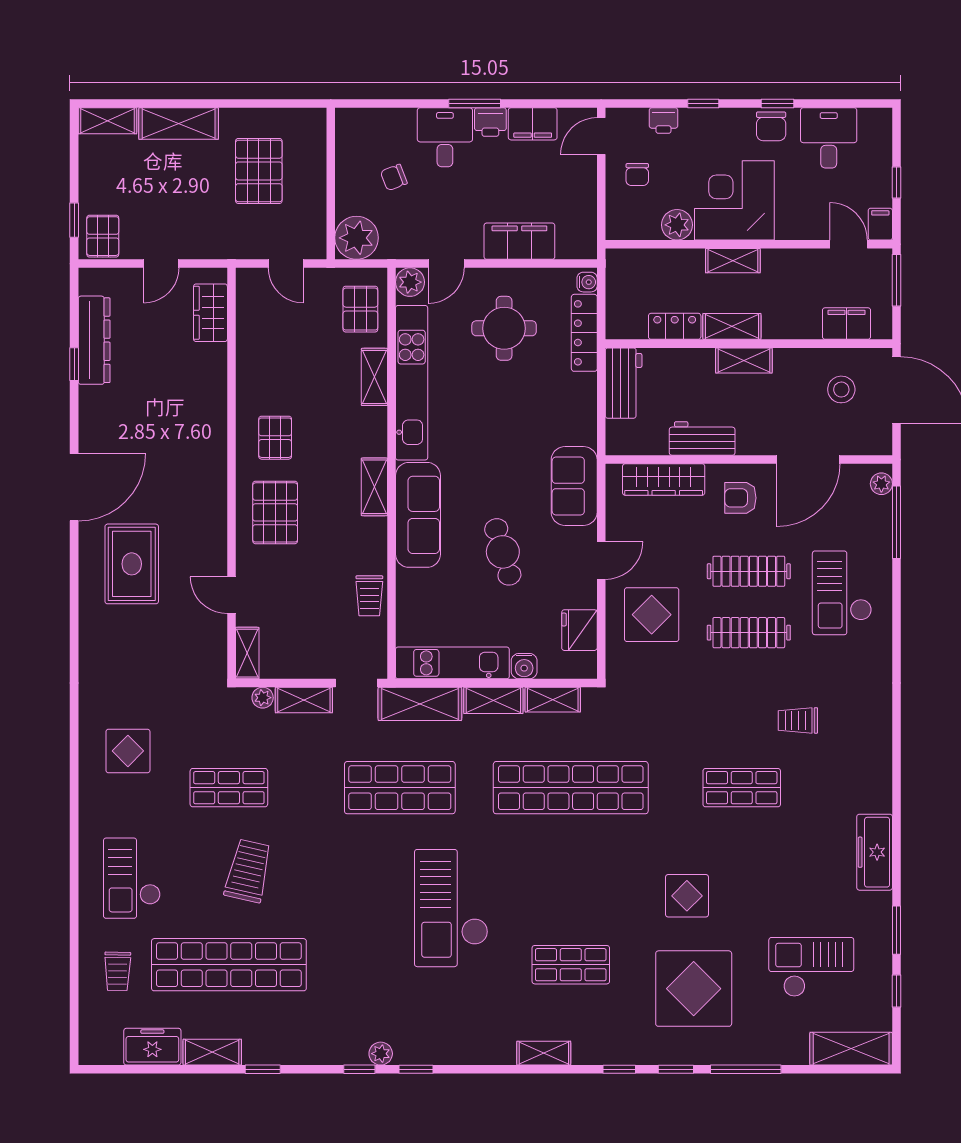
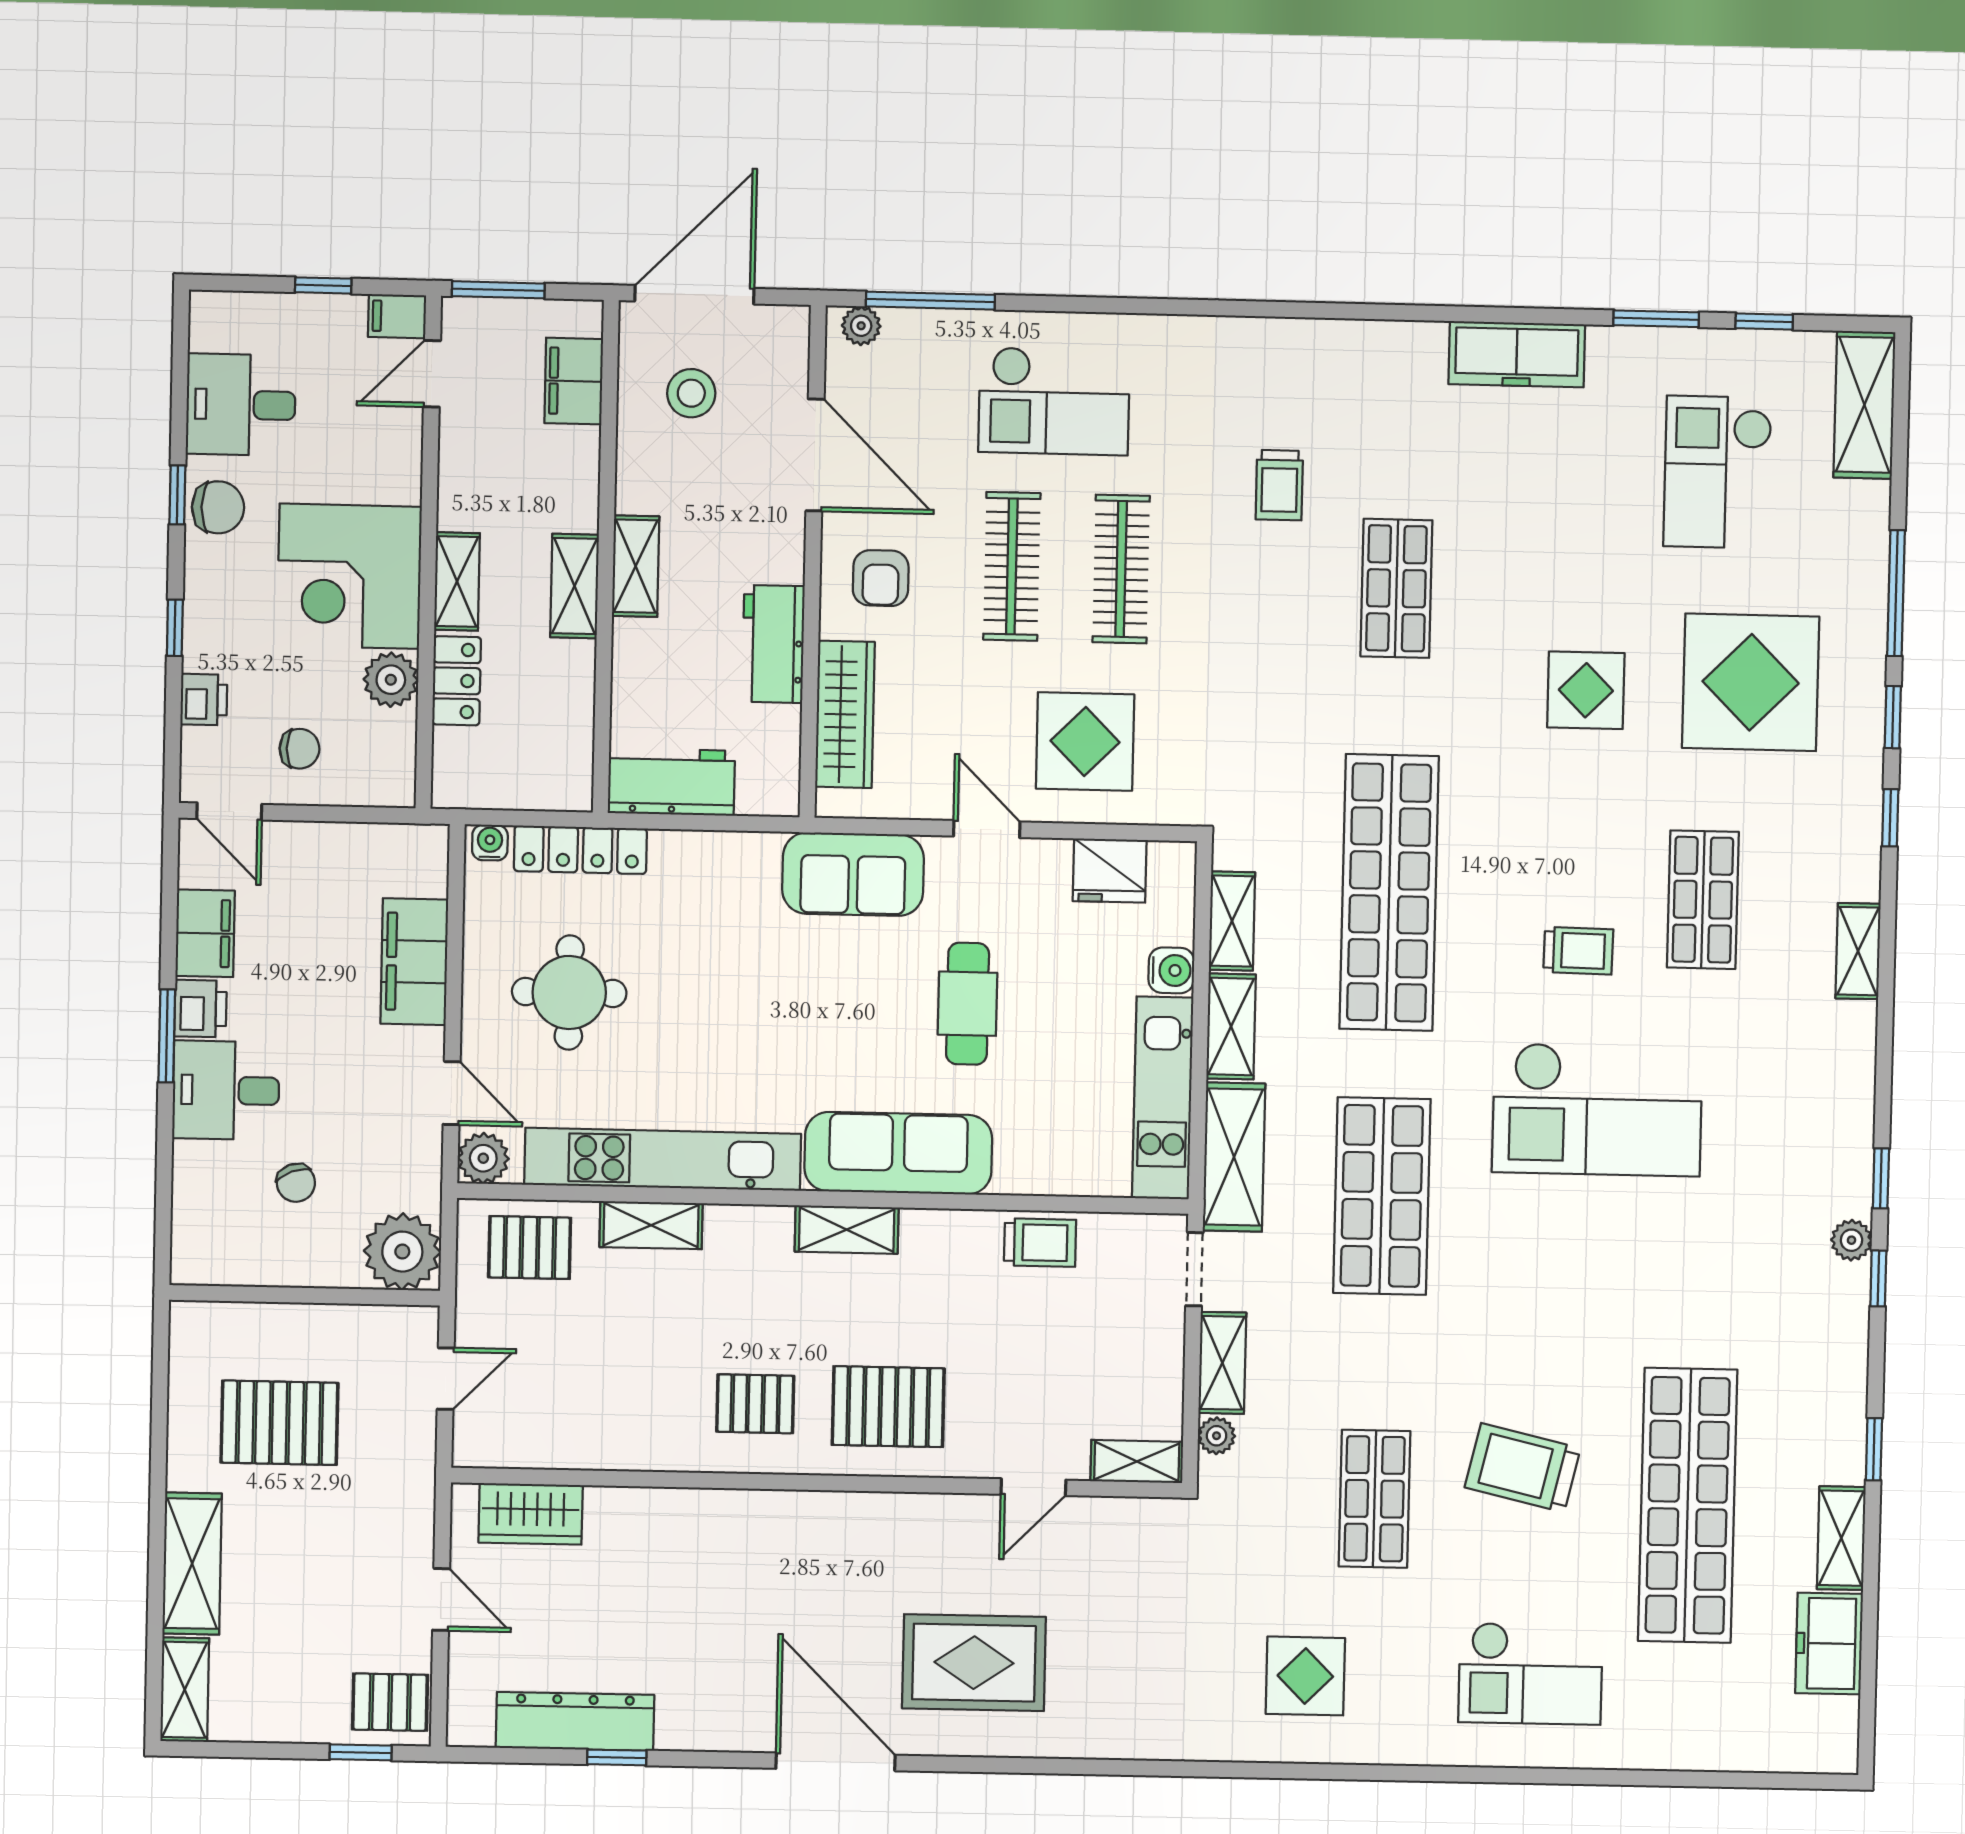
locker: (675, 326) -> (457, 681), moved, turned 180
cafe table: (503, 552) -> (968, 1004), turned -74
trolley: (118, 971) -> (1578, 951), moved

